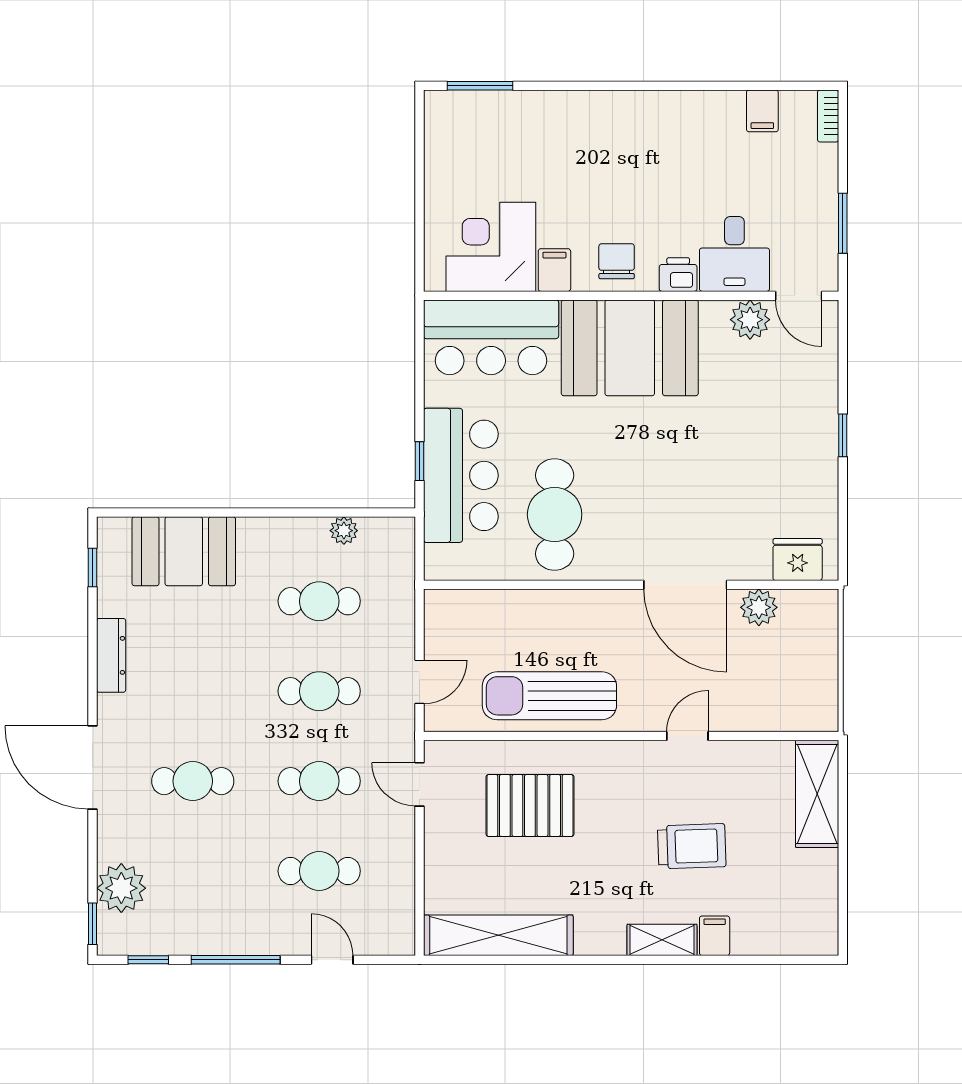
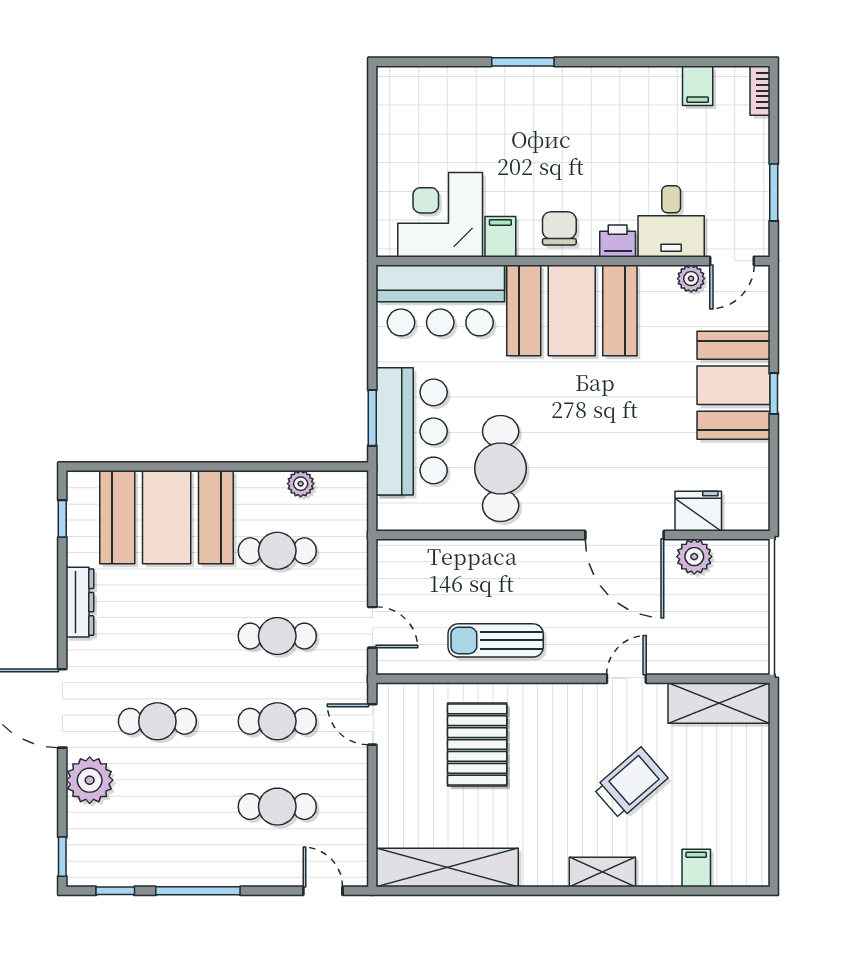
window: (480, 86) -> (523, 62), moved
door: (799, 296) -> (732, 261), hinge flipped
plant: (750, 320) -> (691, 279), width x0.73, depth x0.73
booth: (800, 427) -> (734, 385), added
window: (419, 461) -> (372, 418), width x1.50
booth: (184, 551) -> (167, 517), width x1.36, depth x1.42
fridge: (798, 559) -> (698, 511), moved
door: (419, 682) -> (372, 627), hinge flipped
sun lounger: (549, 696) -> (496, 640), width x0.73, depth x0.75
shelving: (817, 794) -> (719, 703), moved, turned 90
pallet: (530, 806) -> (477, 744), turned 90
trolley: (692, 846) -> (631, 783), turned -39
plant: (121, 888) -> (90, 780), moved
filing cabinet: (715, 936) -> (696, 868), moved
door: (332, 960) -> (323, 891), moved

